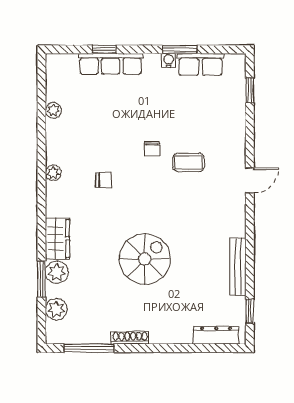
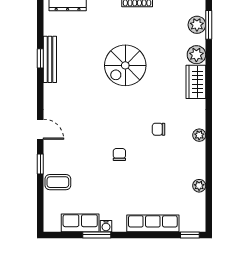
window: (104, 49) -> (190, 235), moved
window: (250, 90) -> (40, 164), moved
coffee table: (189, 162) -> (58, 182), moved
door: (250, 180) -> (40, 129), swing flipped
window: (41, 279) -> (209, 25), moved
window: (250, 311) -> (40, 58), moved

